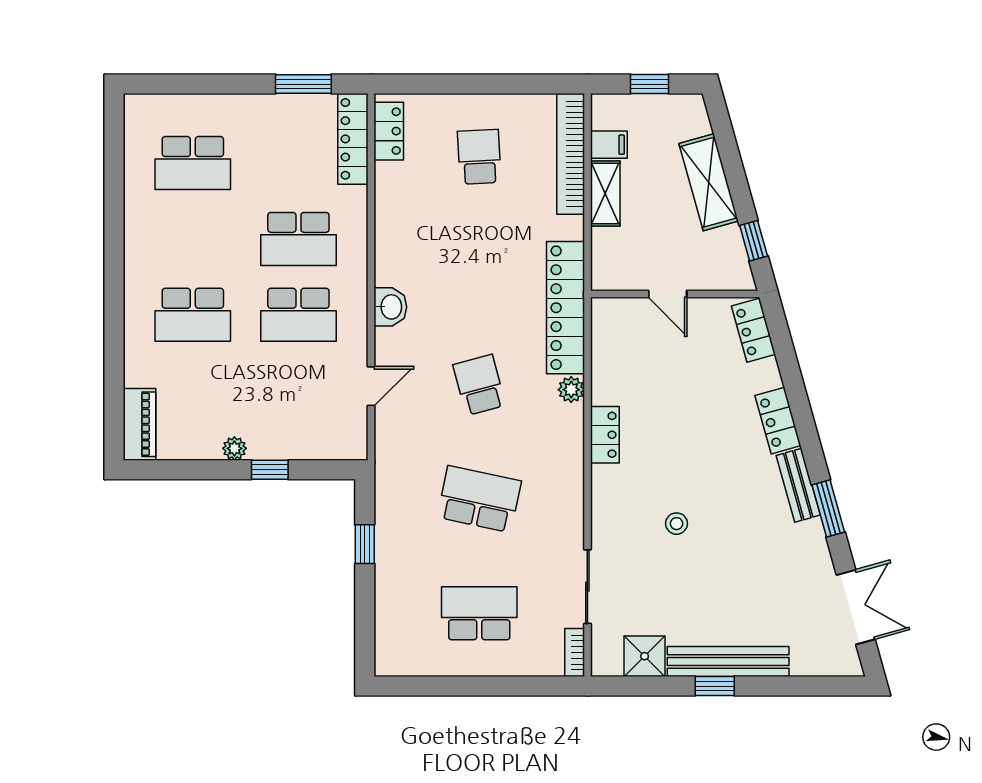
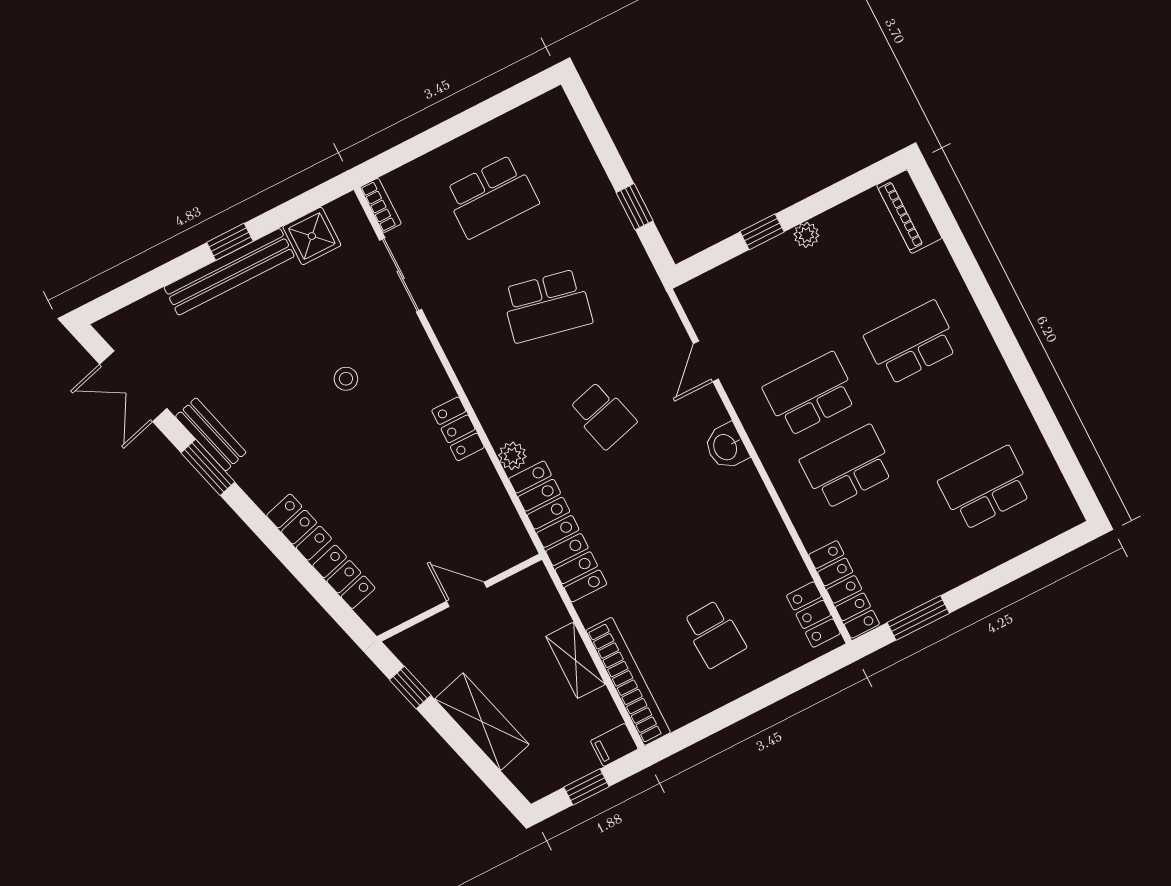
filing cabinet: (609, 145) -> (614, 745), moved
locker: (753, 330) -> (344, 577), moved
bench: (798, 485) -> (211, 434), moved

